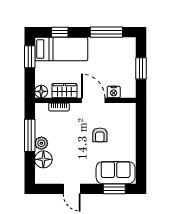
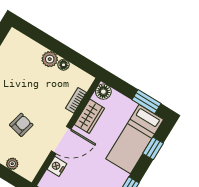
plant: (131, 125) -> (12, 164), added
window: (30, 135) -> (65, 52), removed
armchair: (100, 135) -> (21, 125), turned 104
floor lamp: (43, 159) -> (63, 65), moved, width x0.53, depth x0.53

